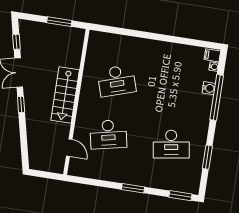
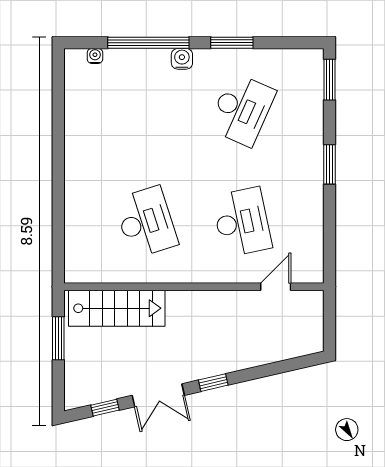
filing cabinet: (212, 55) -> (76, 61), removed
water cooler: (209, 88) -> (182, 59), moved
stairs: (65, 95) -> (117, 308), moved
desk: (171, 144) -> (242, 110), turned 33
window: (207, 157) -> (232, 43), moved

